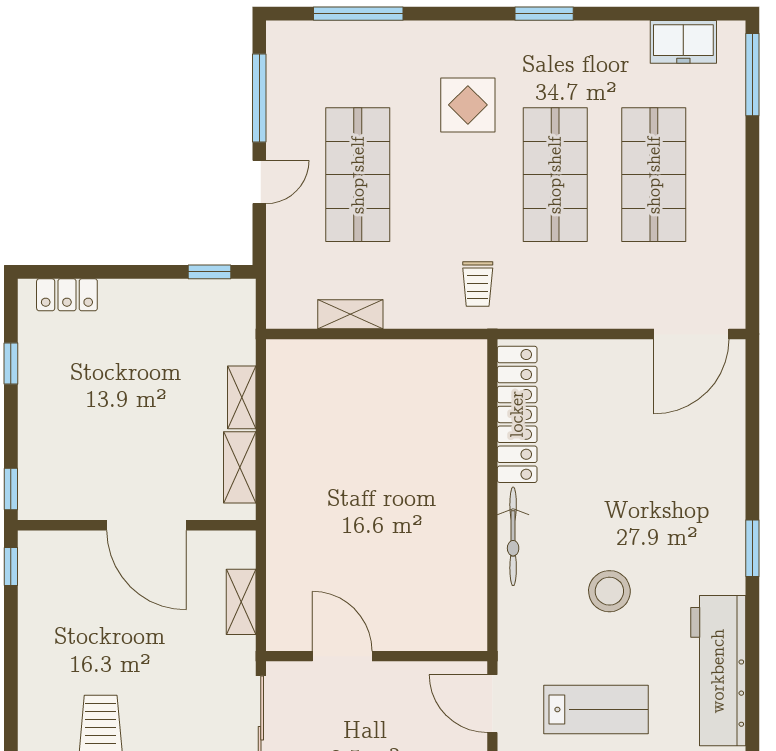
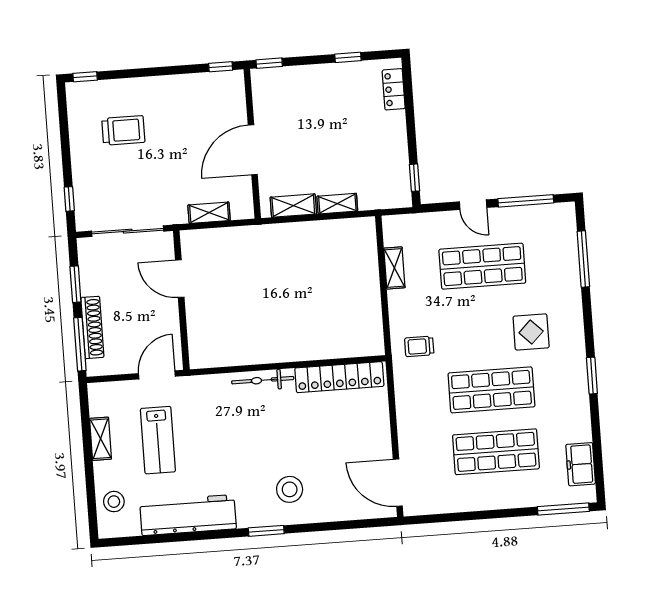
stool: (609, 591) -> (290, 489), moved
door: (342, 656) -> (180, 279), swing flipped

